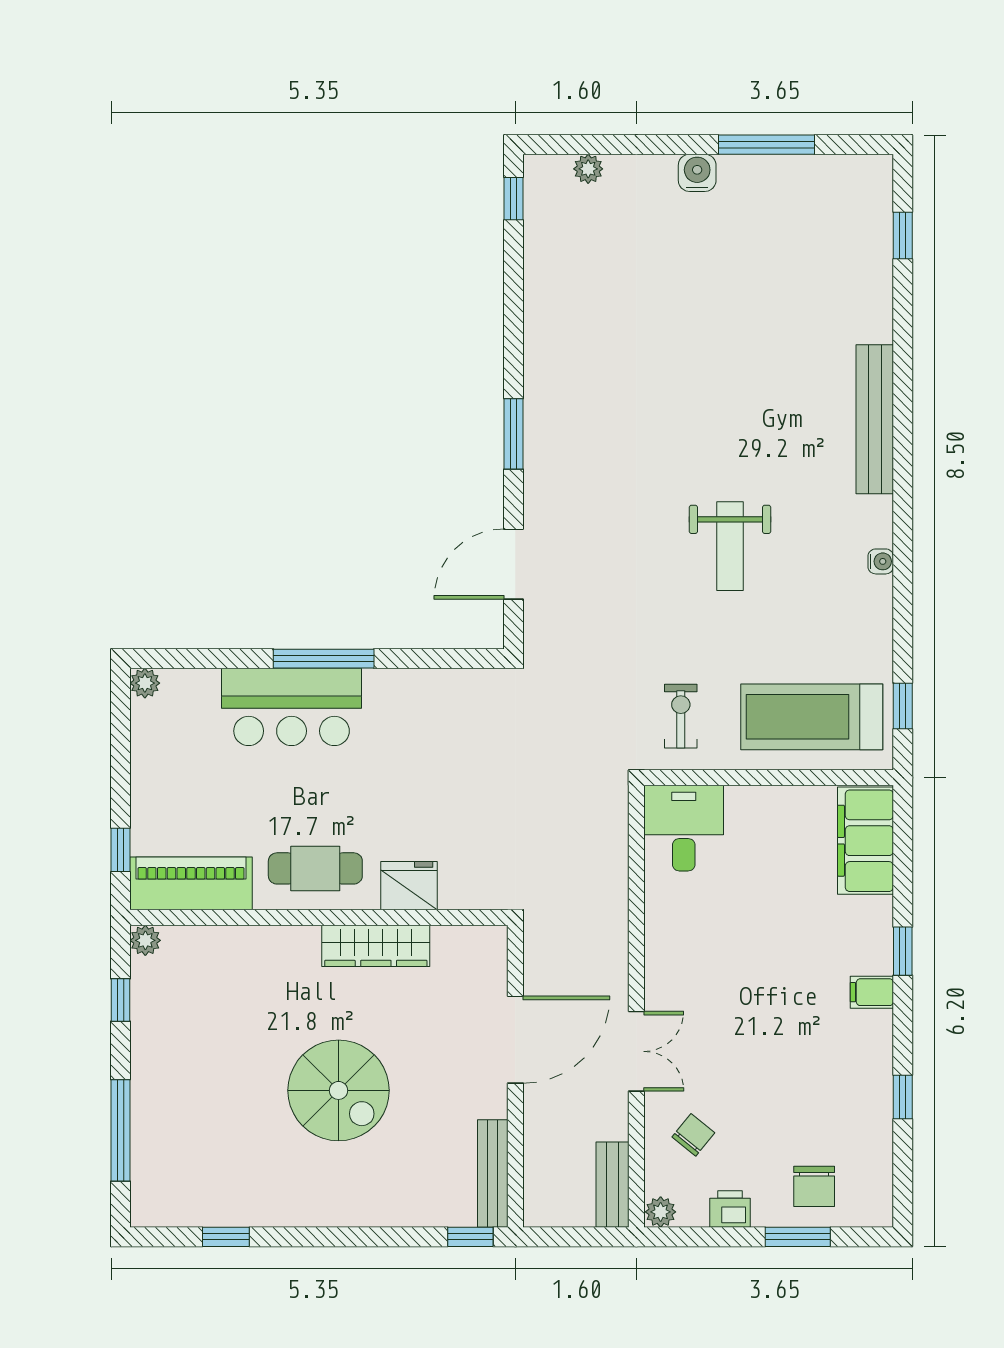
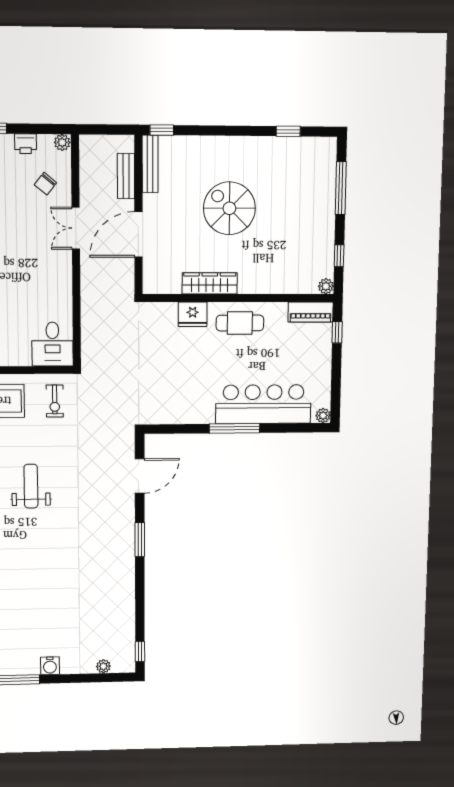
bar counter: (292, 707) -> (263, 404), width x1.36
piano: (191, 883) -> (311, 312), width x0.73, depth x0.75
bench: (612, 1185) -> (126, 176), moved

